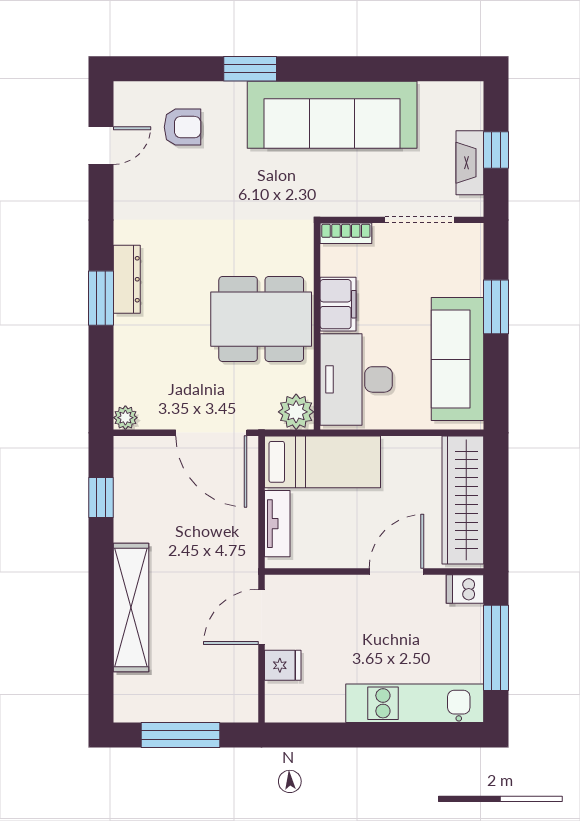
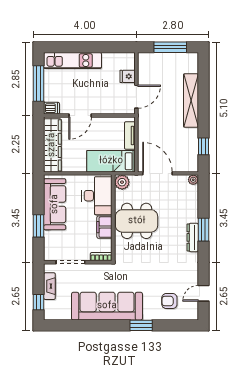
window: (496, 150) -> (39, 302), moved

